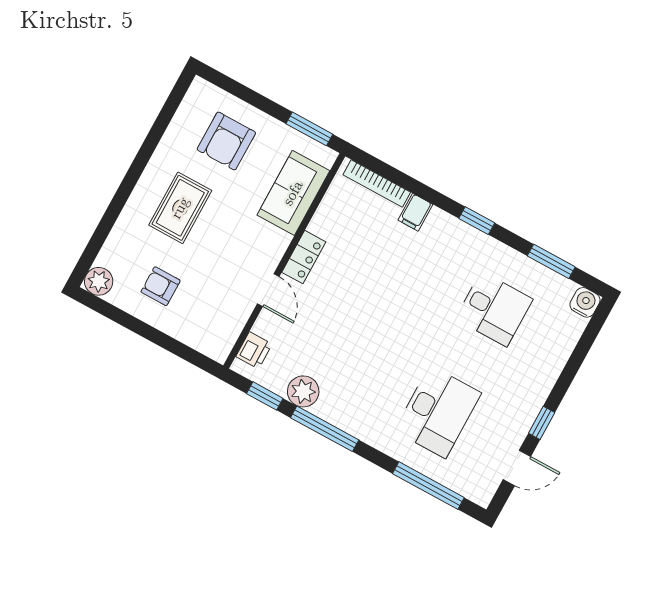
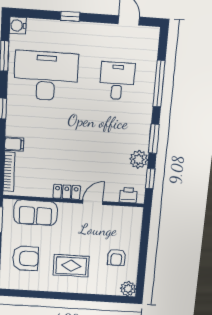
desk: (494, 309) -> (46, 76), width x1.87, depth x1.30
desk: (438, 412) -> (117, 81), width x0.73
window: (542, 423) -> (70, 16), moved
window: (325, 429) -> (154, 139), width x0.69
window: (428, 486) -> (159, 84), moved

